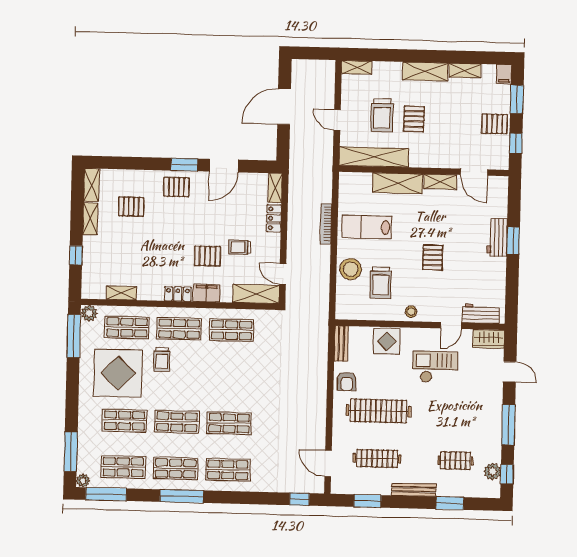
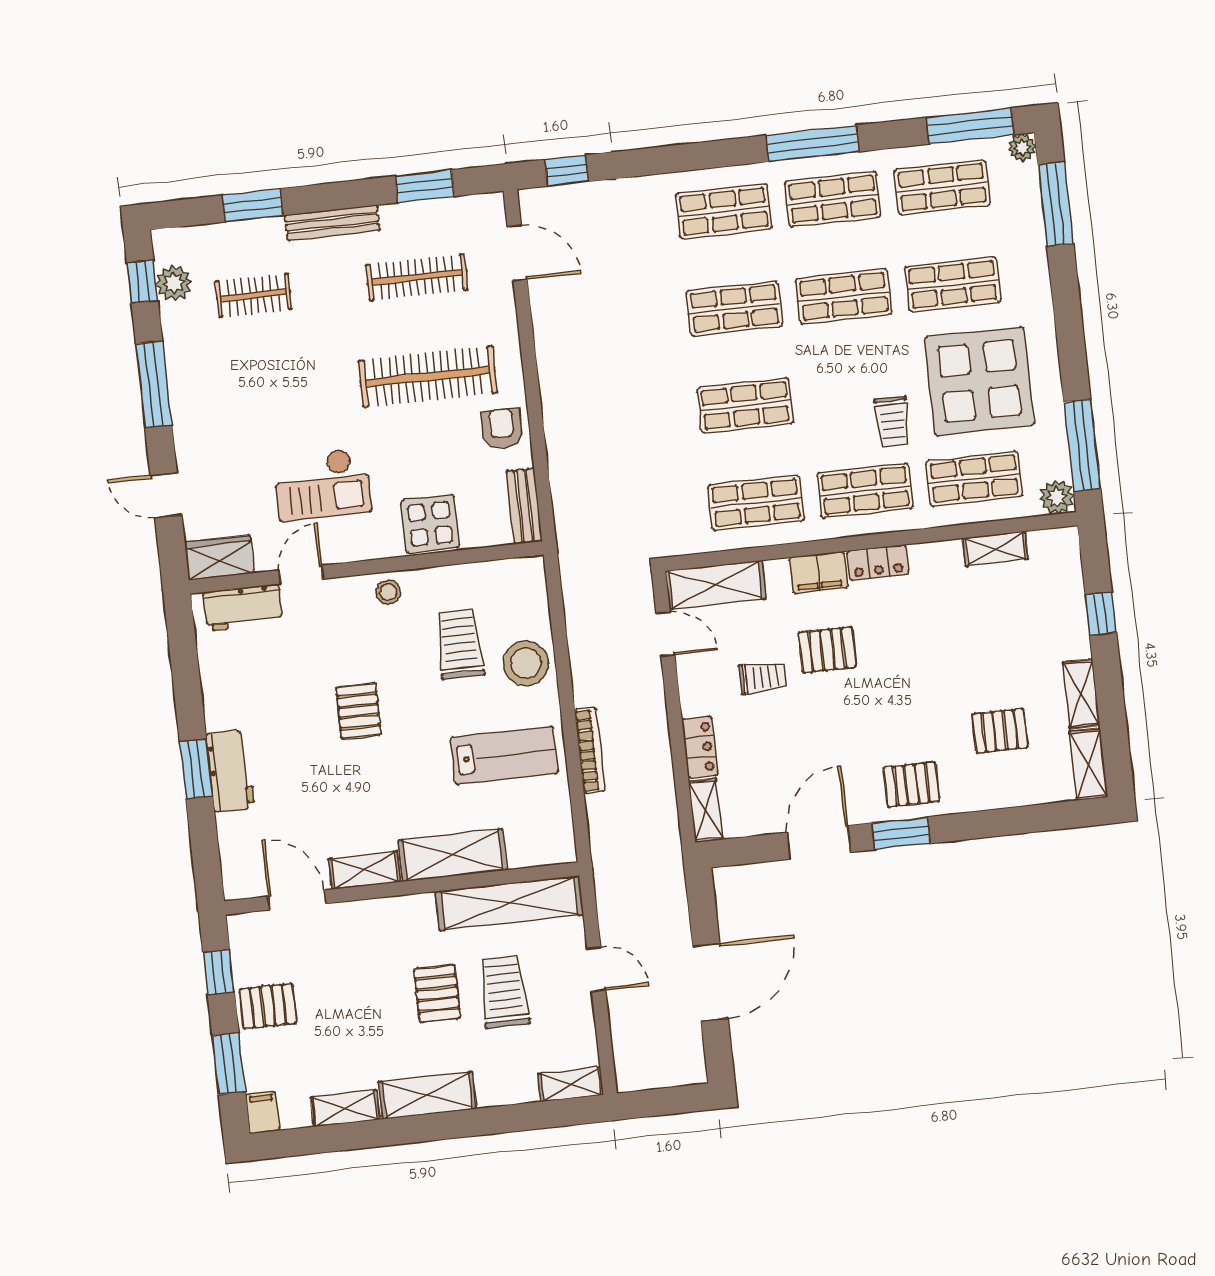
trolley: (162, 360) -> (892, 422), turned 180
shop shelf: (230, 377) -> (745, 406), added

